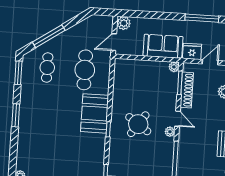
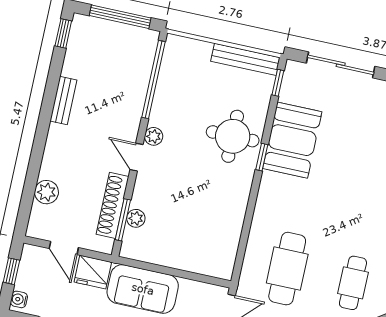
door: (210, 62) -> (64, 248), hinge flipped
plant: (174, 67) -> (136, 218), moved
booth: (95, 113) -> (292, 140), moved
round table: (138, 124) -> (233, 136), moved, turned -35

